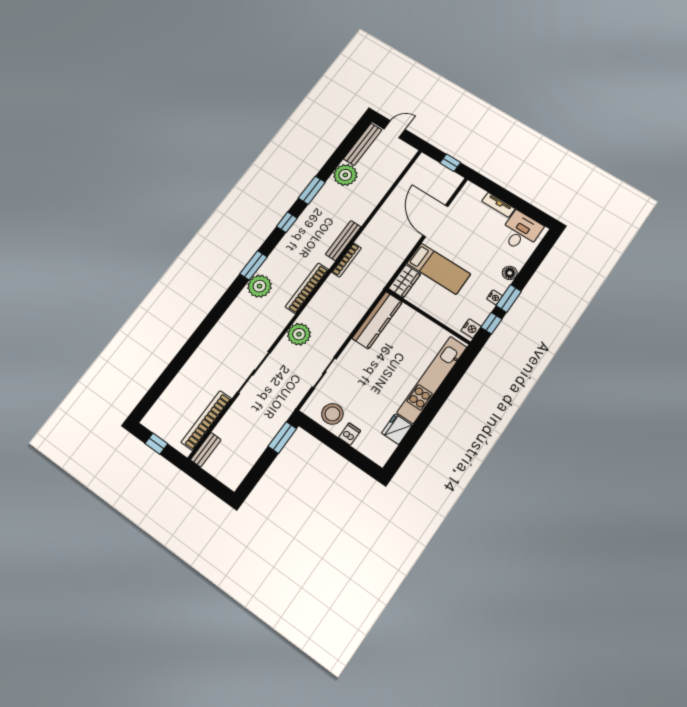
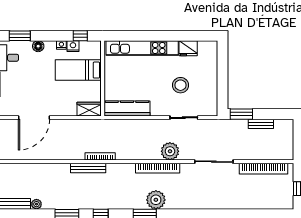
plant: (345, 175) -> (36, 204), width x0.53, depth x0.53
bed: (439, 269) -> (78, 70), moved, turned -90
bookcase: (307, 288) -> (158, 168), moved
window: (509, 298) -> (20, 36), moved
nightstand: (471, 328) -> (73, 46), moved
stool: (332, 414) -> (180, 85), moved
dishwasher: (350, 434) -> (211, 75), removed
bench: (206, 450) -> (261, 124), moved

